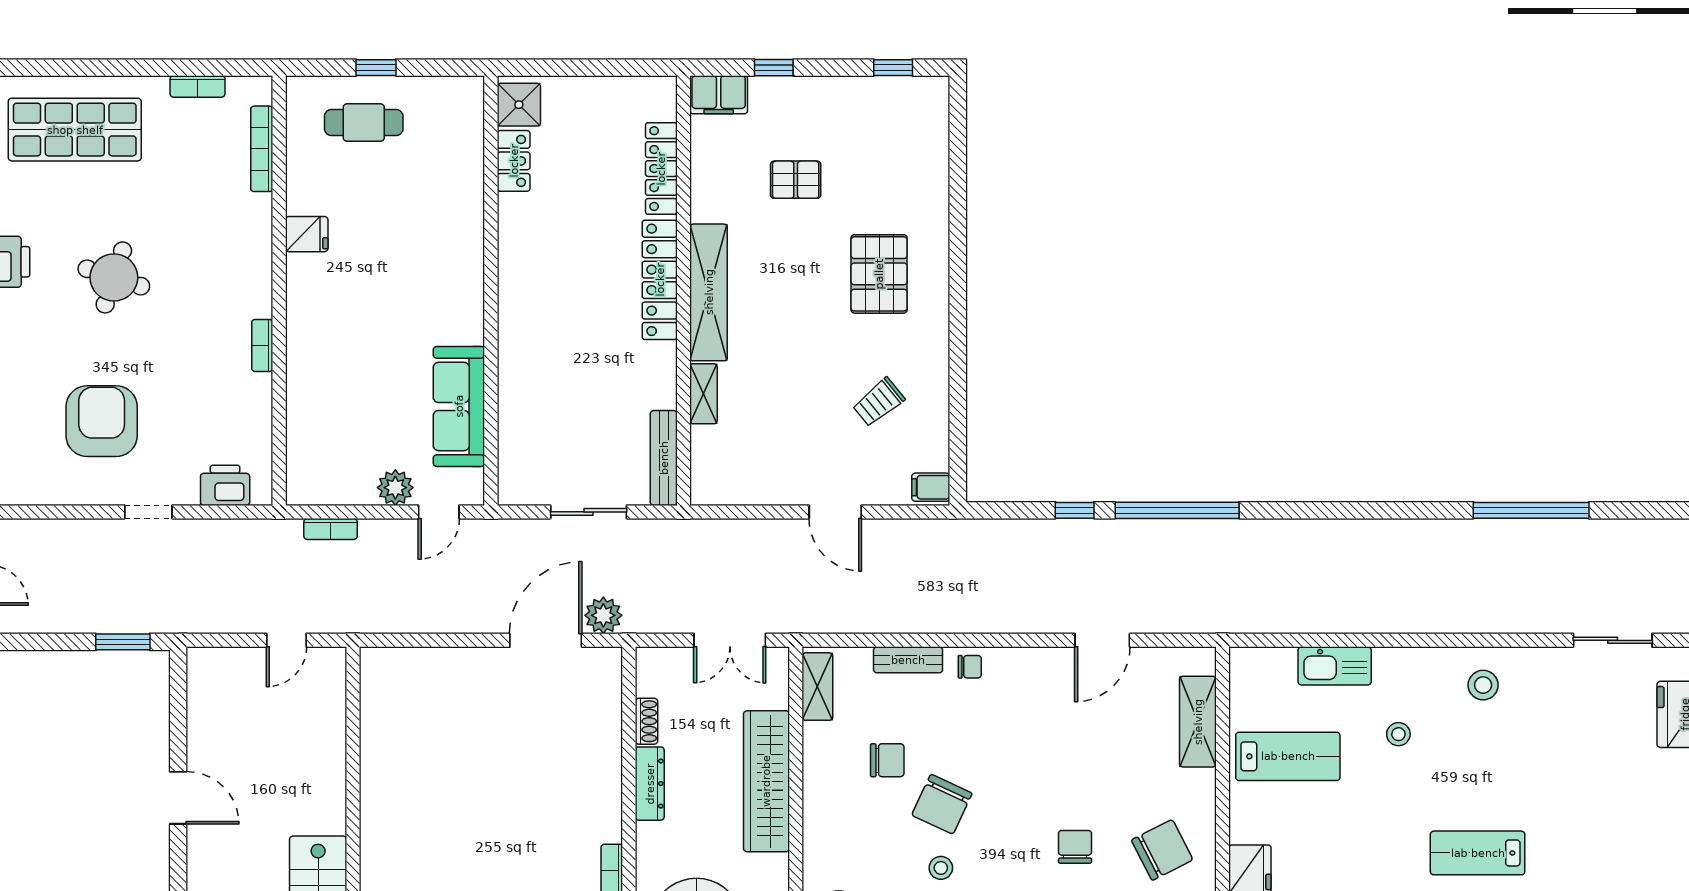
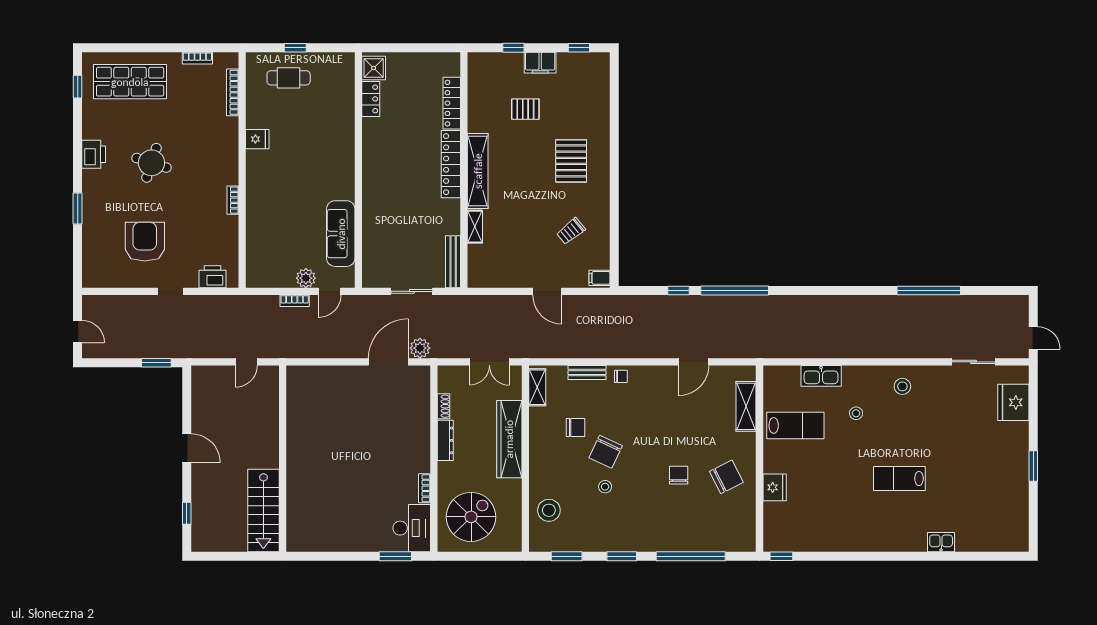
filing cabinet: (719, 95) -> (540, 63), moved
bookcase: (331, 529) -> (295, 301), moved

